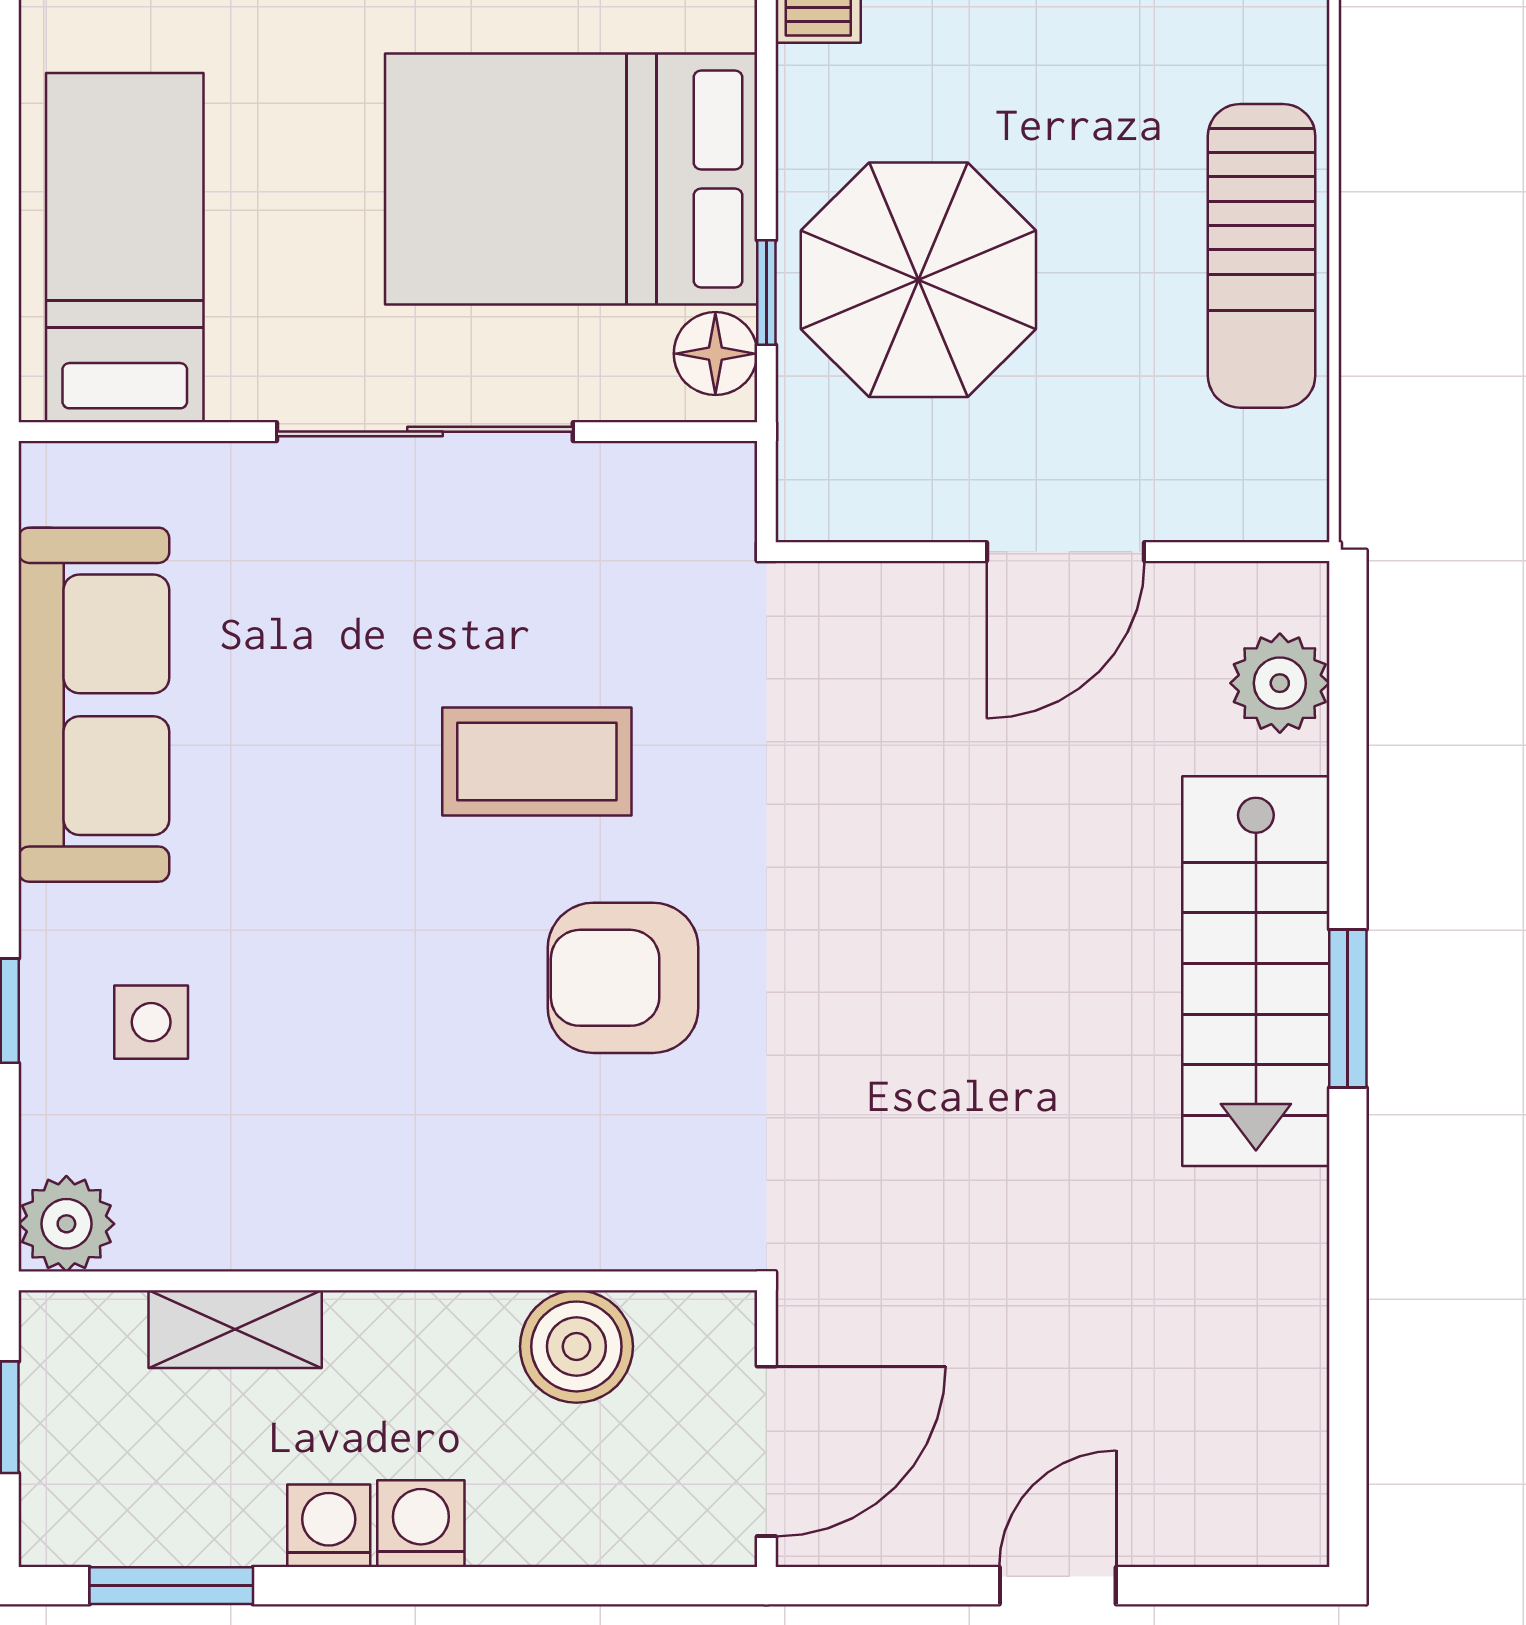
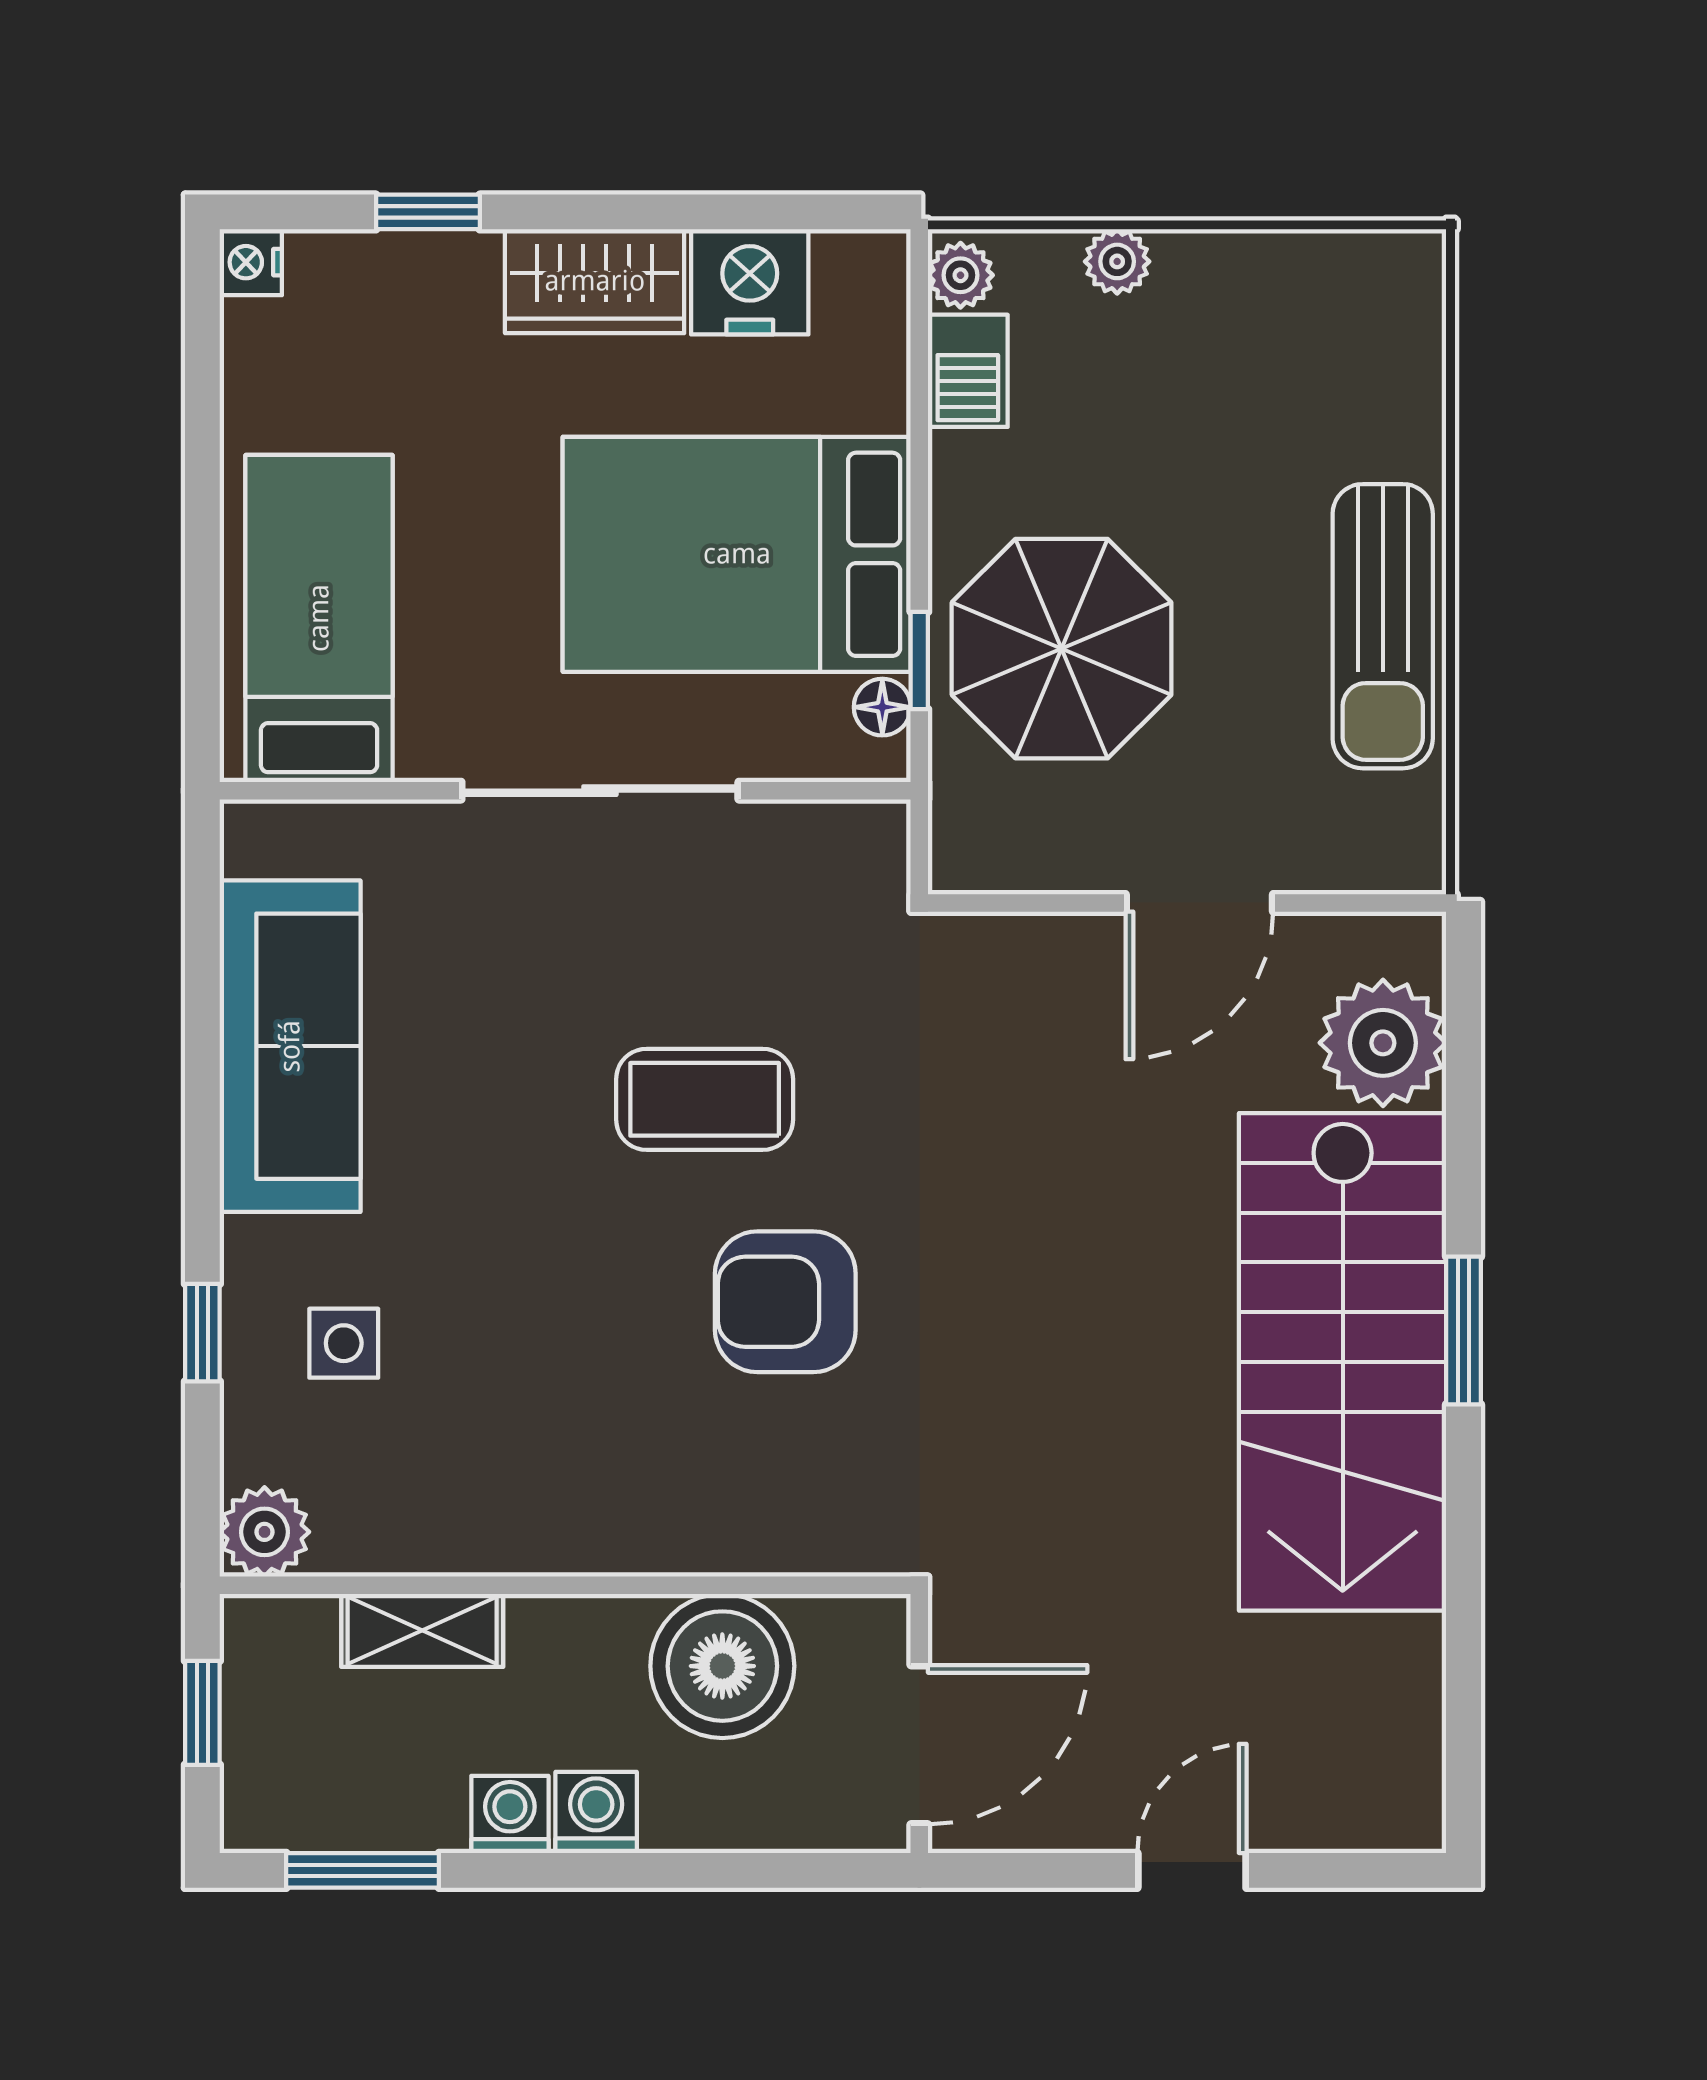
floor lamp: (715, 354) -> (882, 707), width x0.73, depth x0.73
plant: (1280, 683) -> (1383, 1043), width x1.36, depth x1.36
stairs: (1256, 971) -> (1343, 1362), width x1.36, depth x1.51
boiler: (576, 1346) -> (722, 1666), width x1.37, depth x1.37

